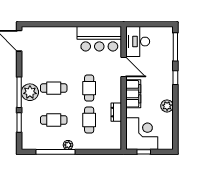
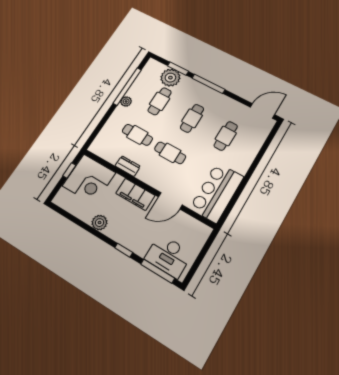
desk: (138, 42) -> (168, 256), moved, turned 180
cafe table: (54, 56) -> (226, 136), added
plant: (30, 92) -> (170, 78), moved

